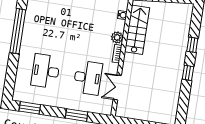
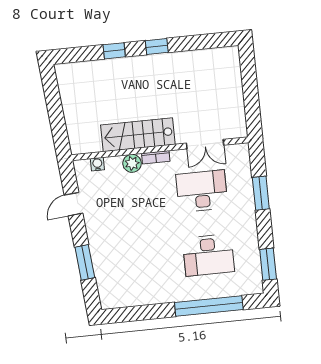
stairs: (137, 30) -> (138, 135), moved
window: (18, 31) -> (209, 306), moved

